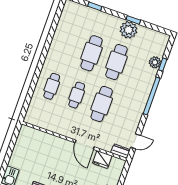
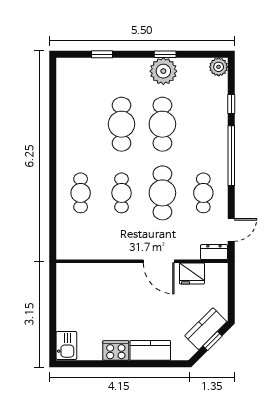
plant: (155, 62) -> (219, 67), moved
cafe table: (127, 113) -> (203, 193), added

